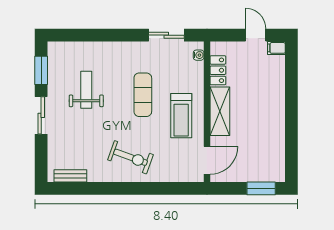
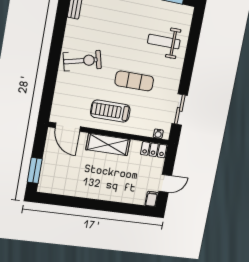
locker: (218, 70) -> (154, 150), moved
weight bench: (86, 90) -> (164, 42), moved, turned 180
exercise bike: (130, 157) -> (82, 61), turned -124

